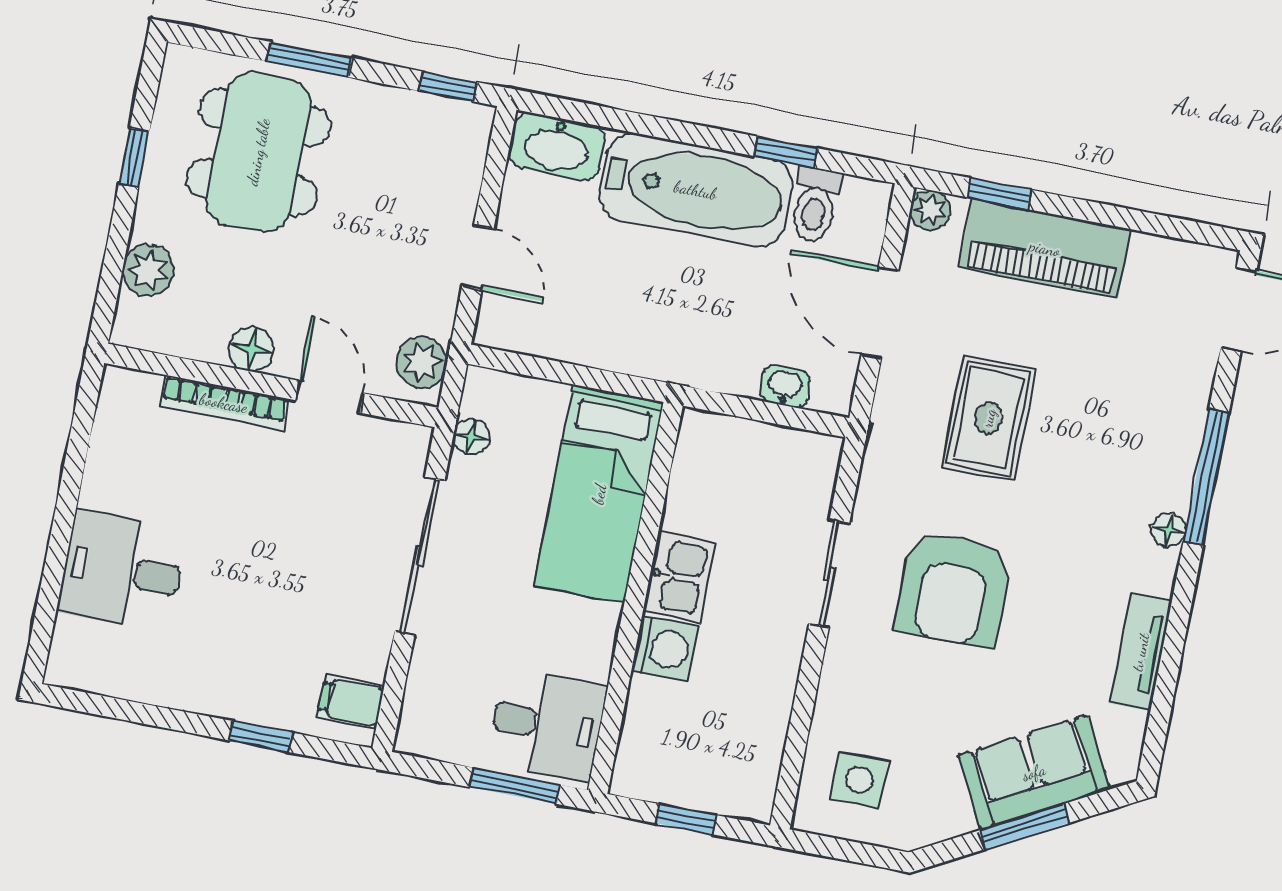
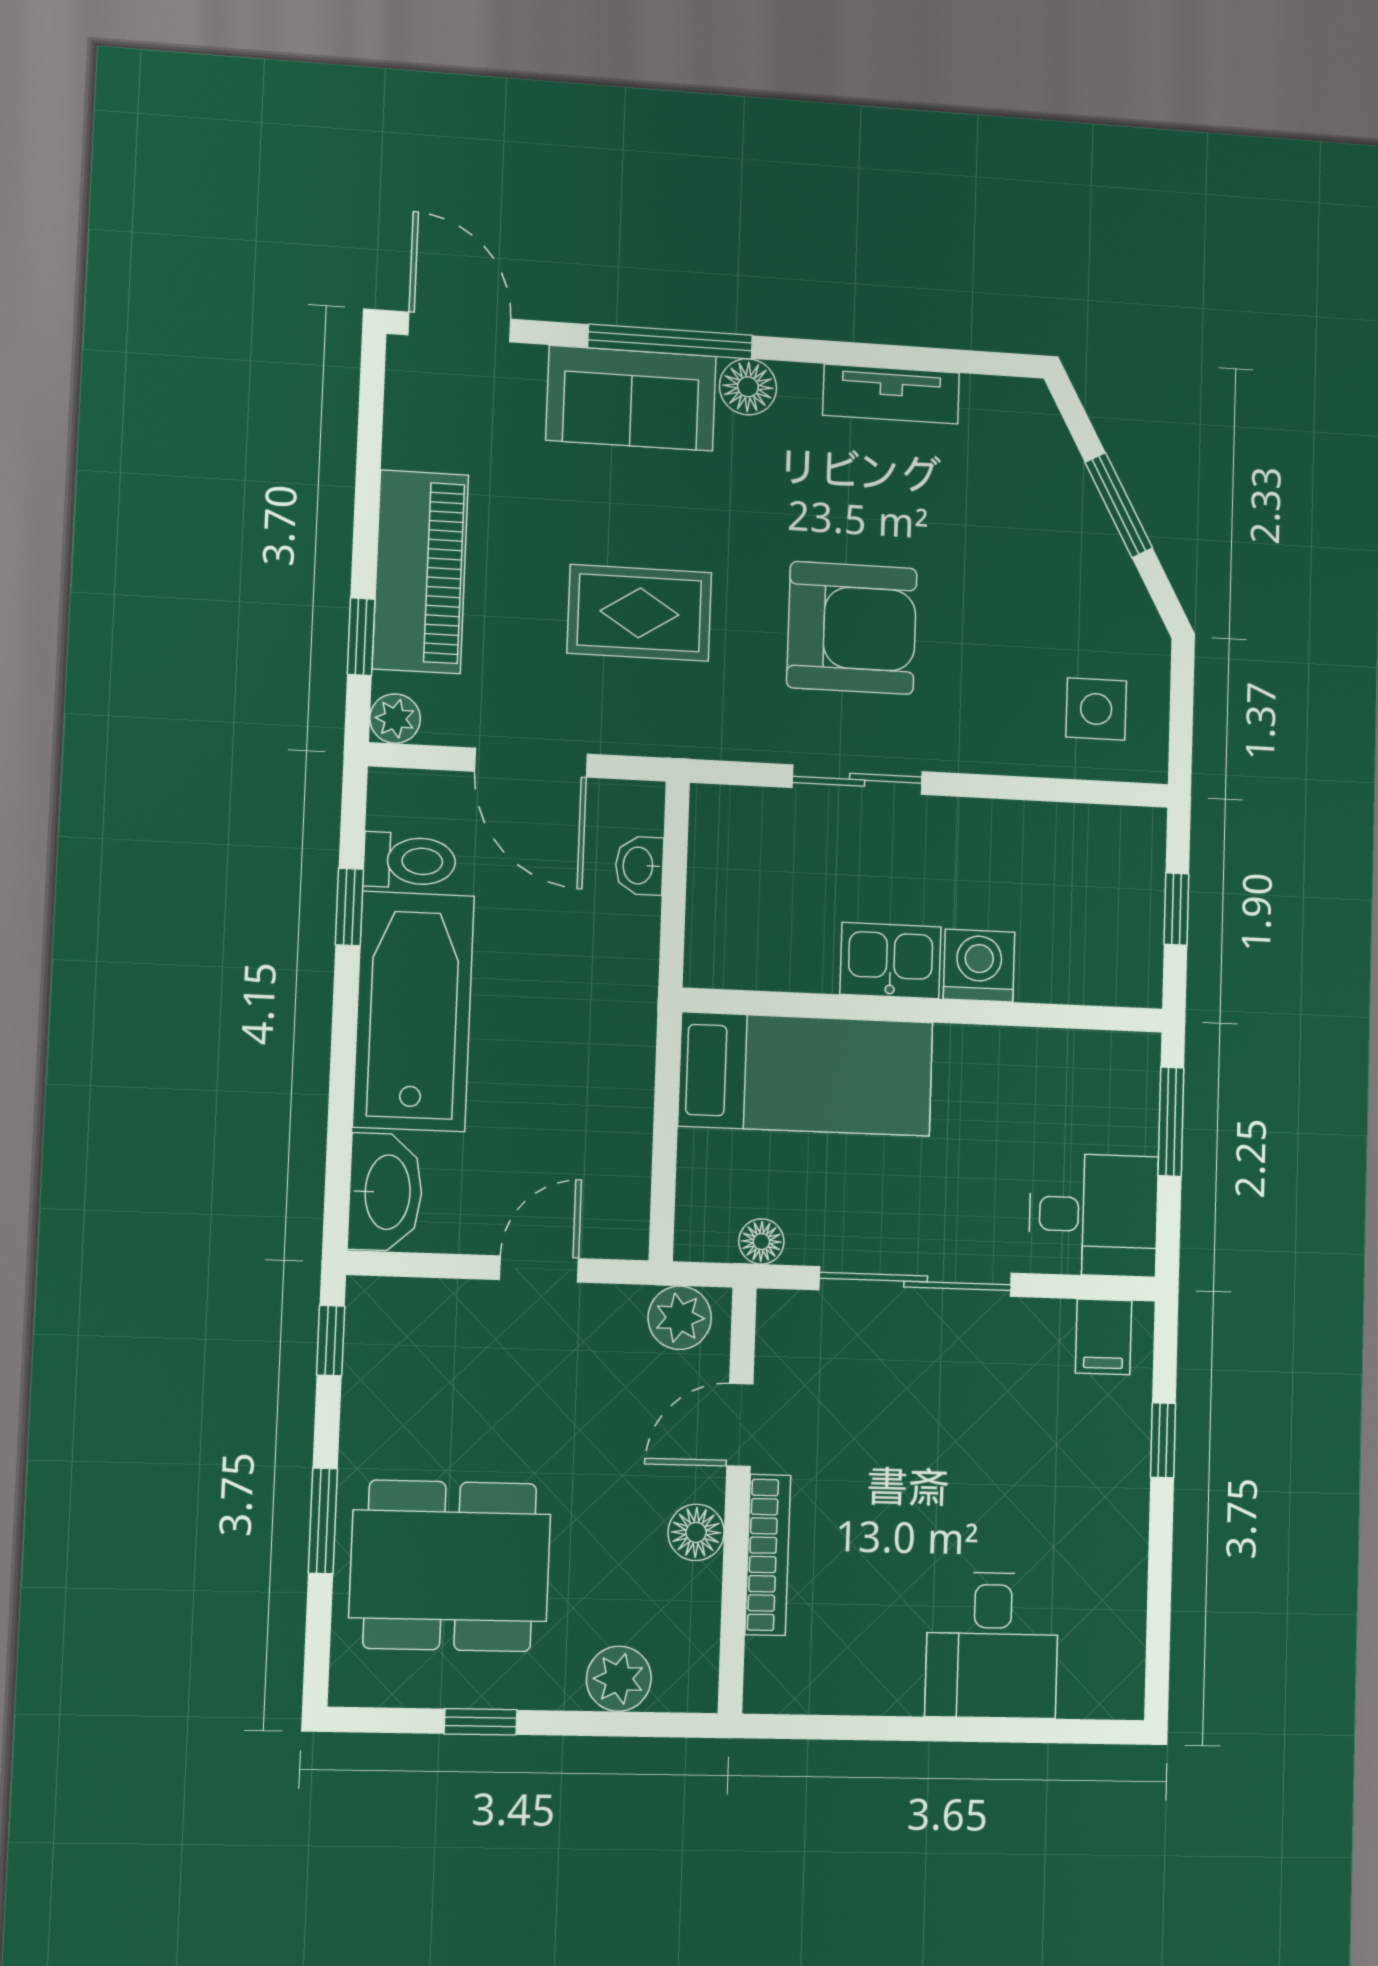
door: (880, 313) -> (531, 763), hinge flipped
floor lamp: (1168, 530) -> (748, 387), width x1.37, depth x1.37
desk: (547, 725) -> (1093, 1215), moved, turned 90
sofa: (1034, 772) -> (631, 398), moved, turned -62

